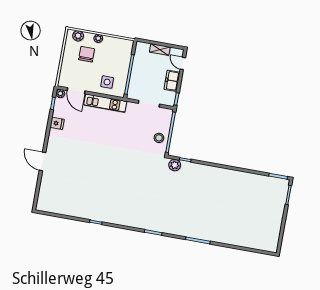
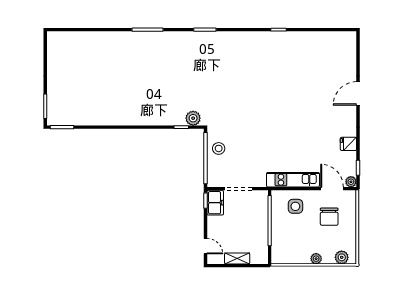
chair: (87, 54) -> (329, 217), moved
freezer: (172, 81) -> (215, 203), moved
door: (43, 161) -> (358, 93), swing flipped

